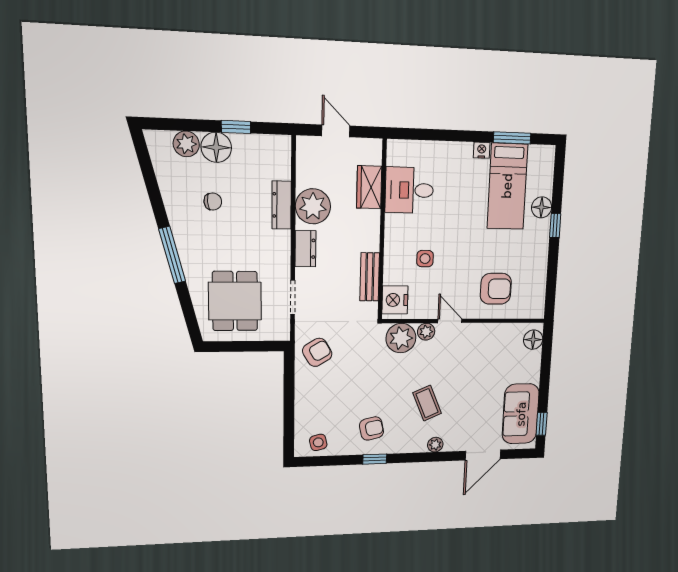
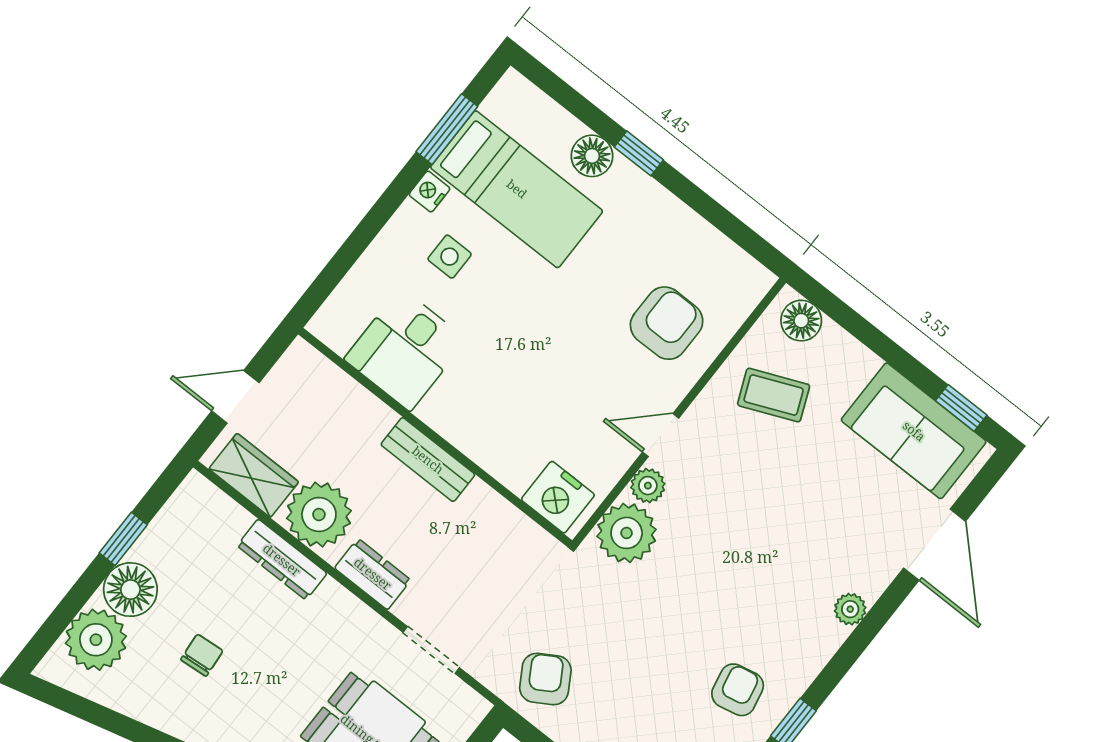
plant: (186, 144) -> (96, 640), width x1.36, depth x1.36
wardrobe: (369, 187) -> (254, 475), moved, turned 180
side table: (425, 259) -> (450, 257), moved
bench: (370, 277) -> (428, 460), moved
coffee table: (427, 403) -> (774, 395), moved

